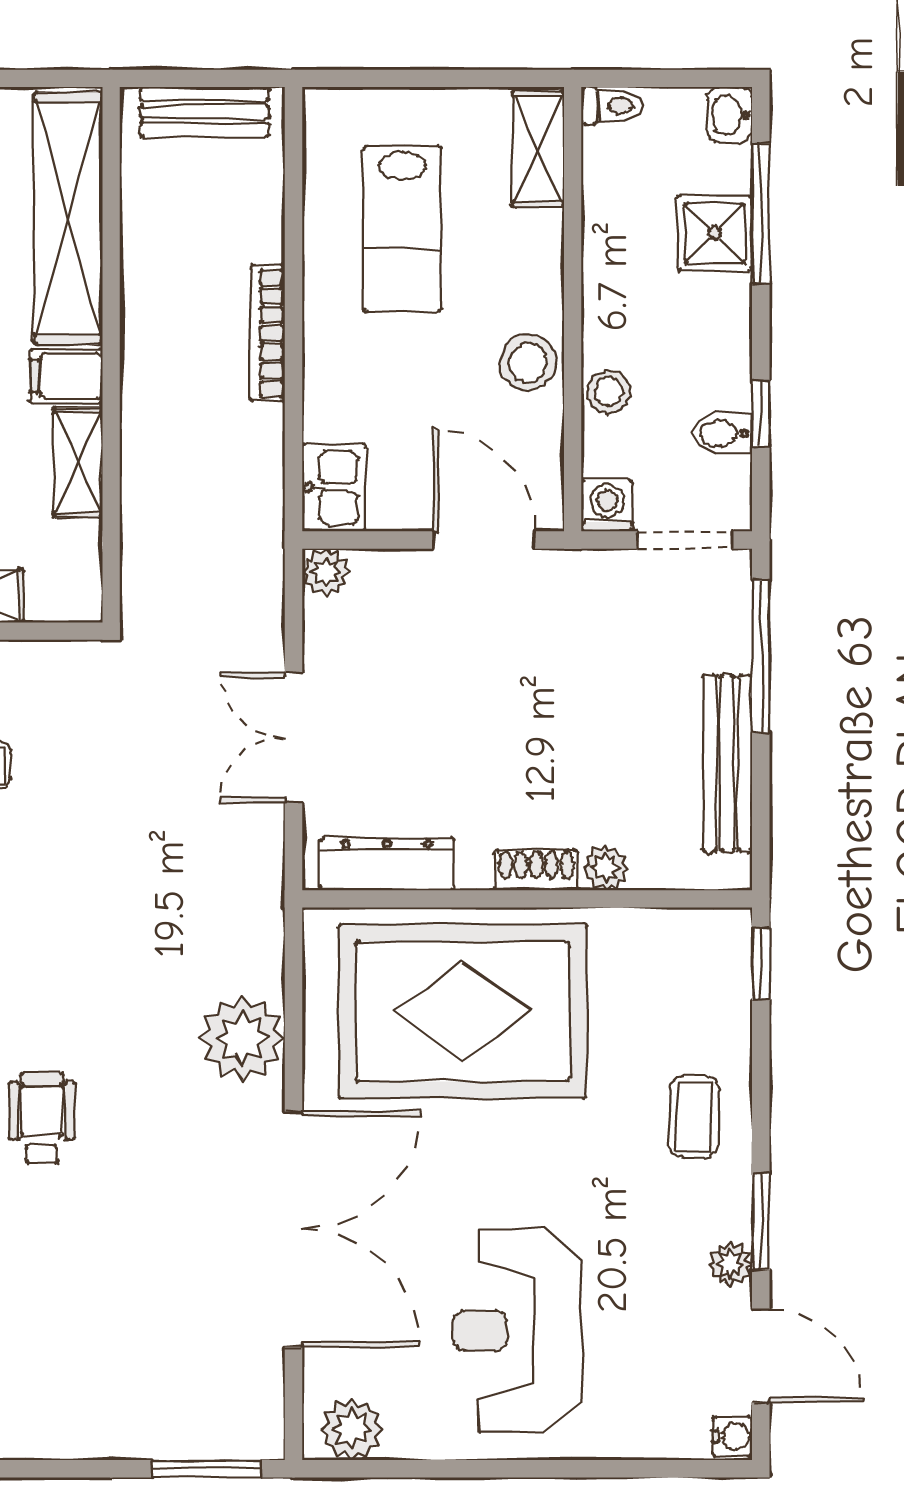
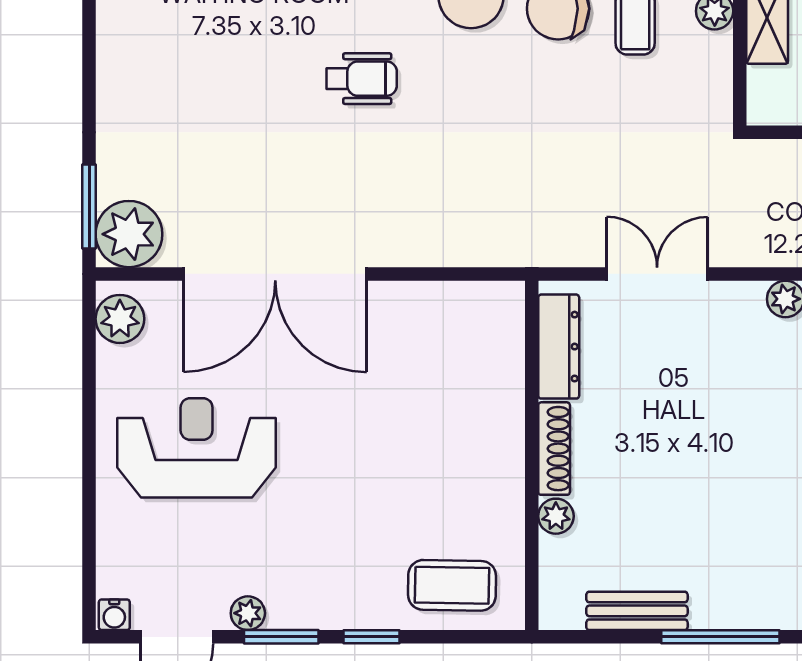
bench: (727, 763) -> (637, 611), width x0.73
shoe rack: (536, 870) -> (554, 449), width x1.43
window: (761, 964) -> (371, 637), moved
rug: (463, 1011) -> (444, 405), removed
plant: (242, 1038) -> (129, 234), moved
coffee table: (694, 1117) -> (452, 585), moved, width x1.36, depth x1.30

